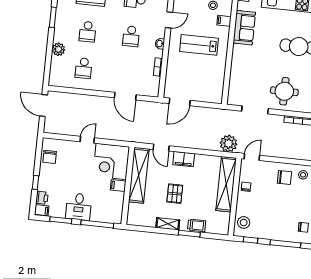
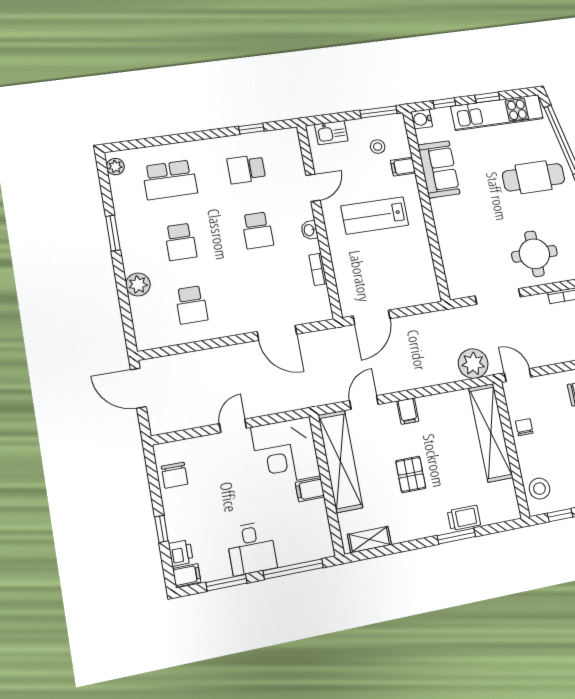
door: (161, 148) -> (364, 402), swing flipped
door: (252, 157) -> (518, 375), hinge flipped
filing cabinet: (184, 159) -> (408, 411), width x0.50
shelving: (168, 224) -> (369, 540), moved

